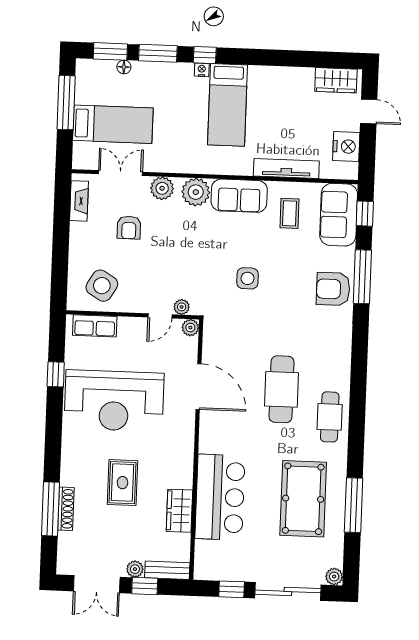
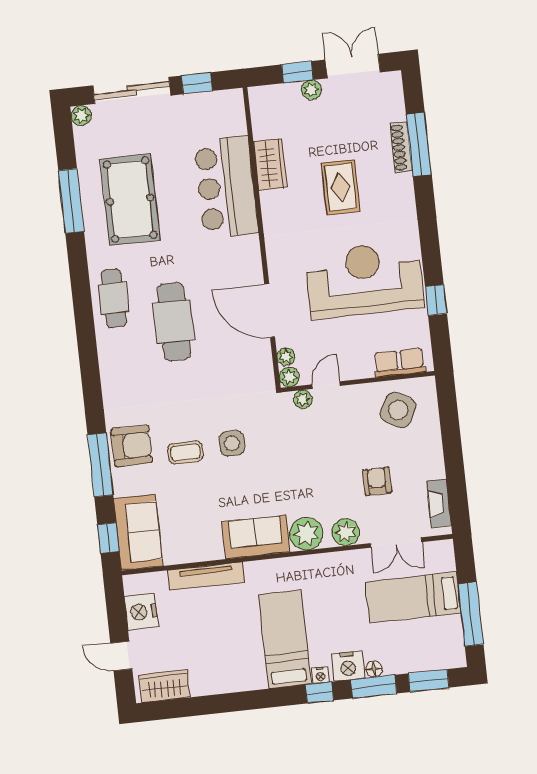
floor lamp: (124, 67) -> (374, 669), moved
nightstand: (177, 74) -> (348, 666), added
coffee table: (289, 213) -> (185, 452), moved, turned 90
plant: (191, 345) -> (286, 357), added
bench: (167, 570) -> (274, 94), removed

